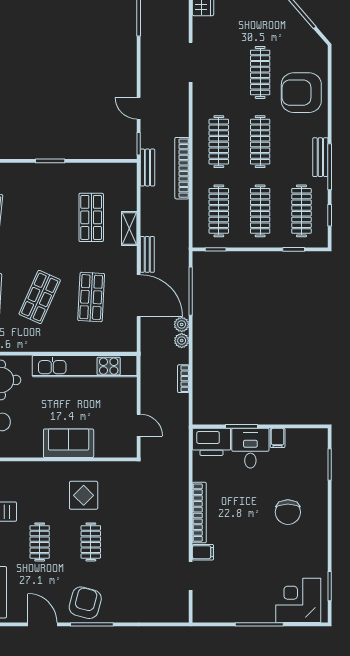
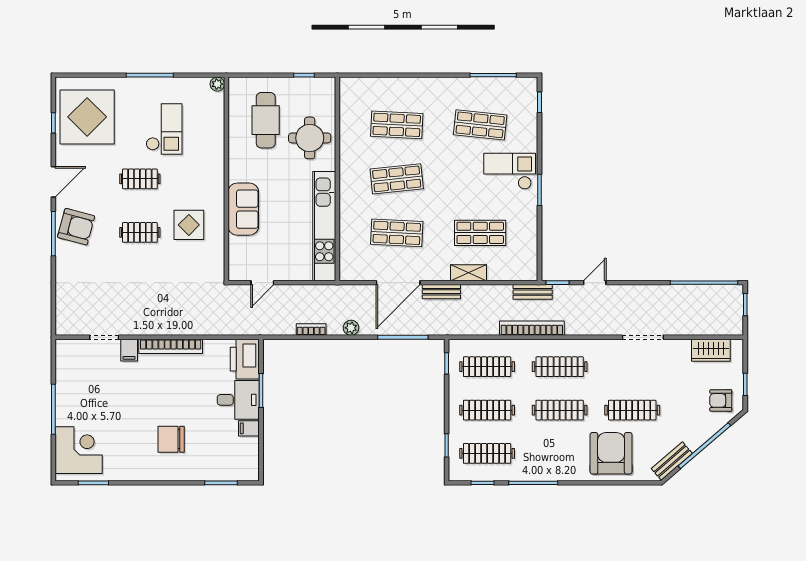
bench: (320, 157) -> (672, 461), moved, turned -41
checkout: (32, 189) -> (510, 171), added
shop shelf: (40, 297) -> (397, 179), turned -30
plant: (182, 324) -> (368, 328), removed

